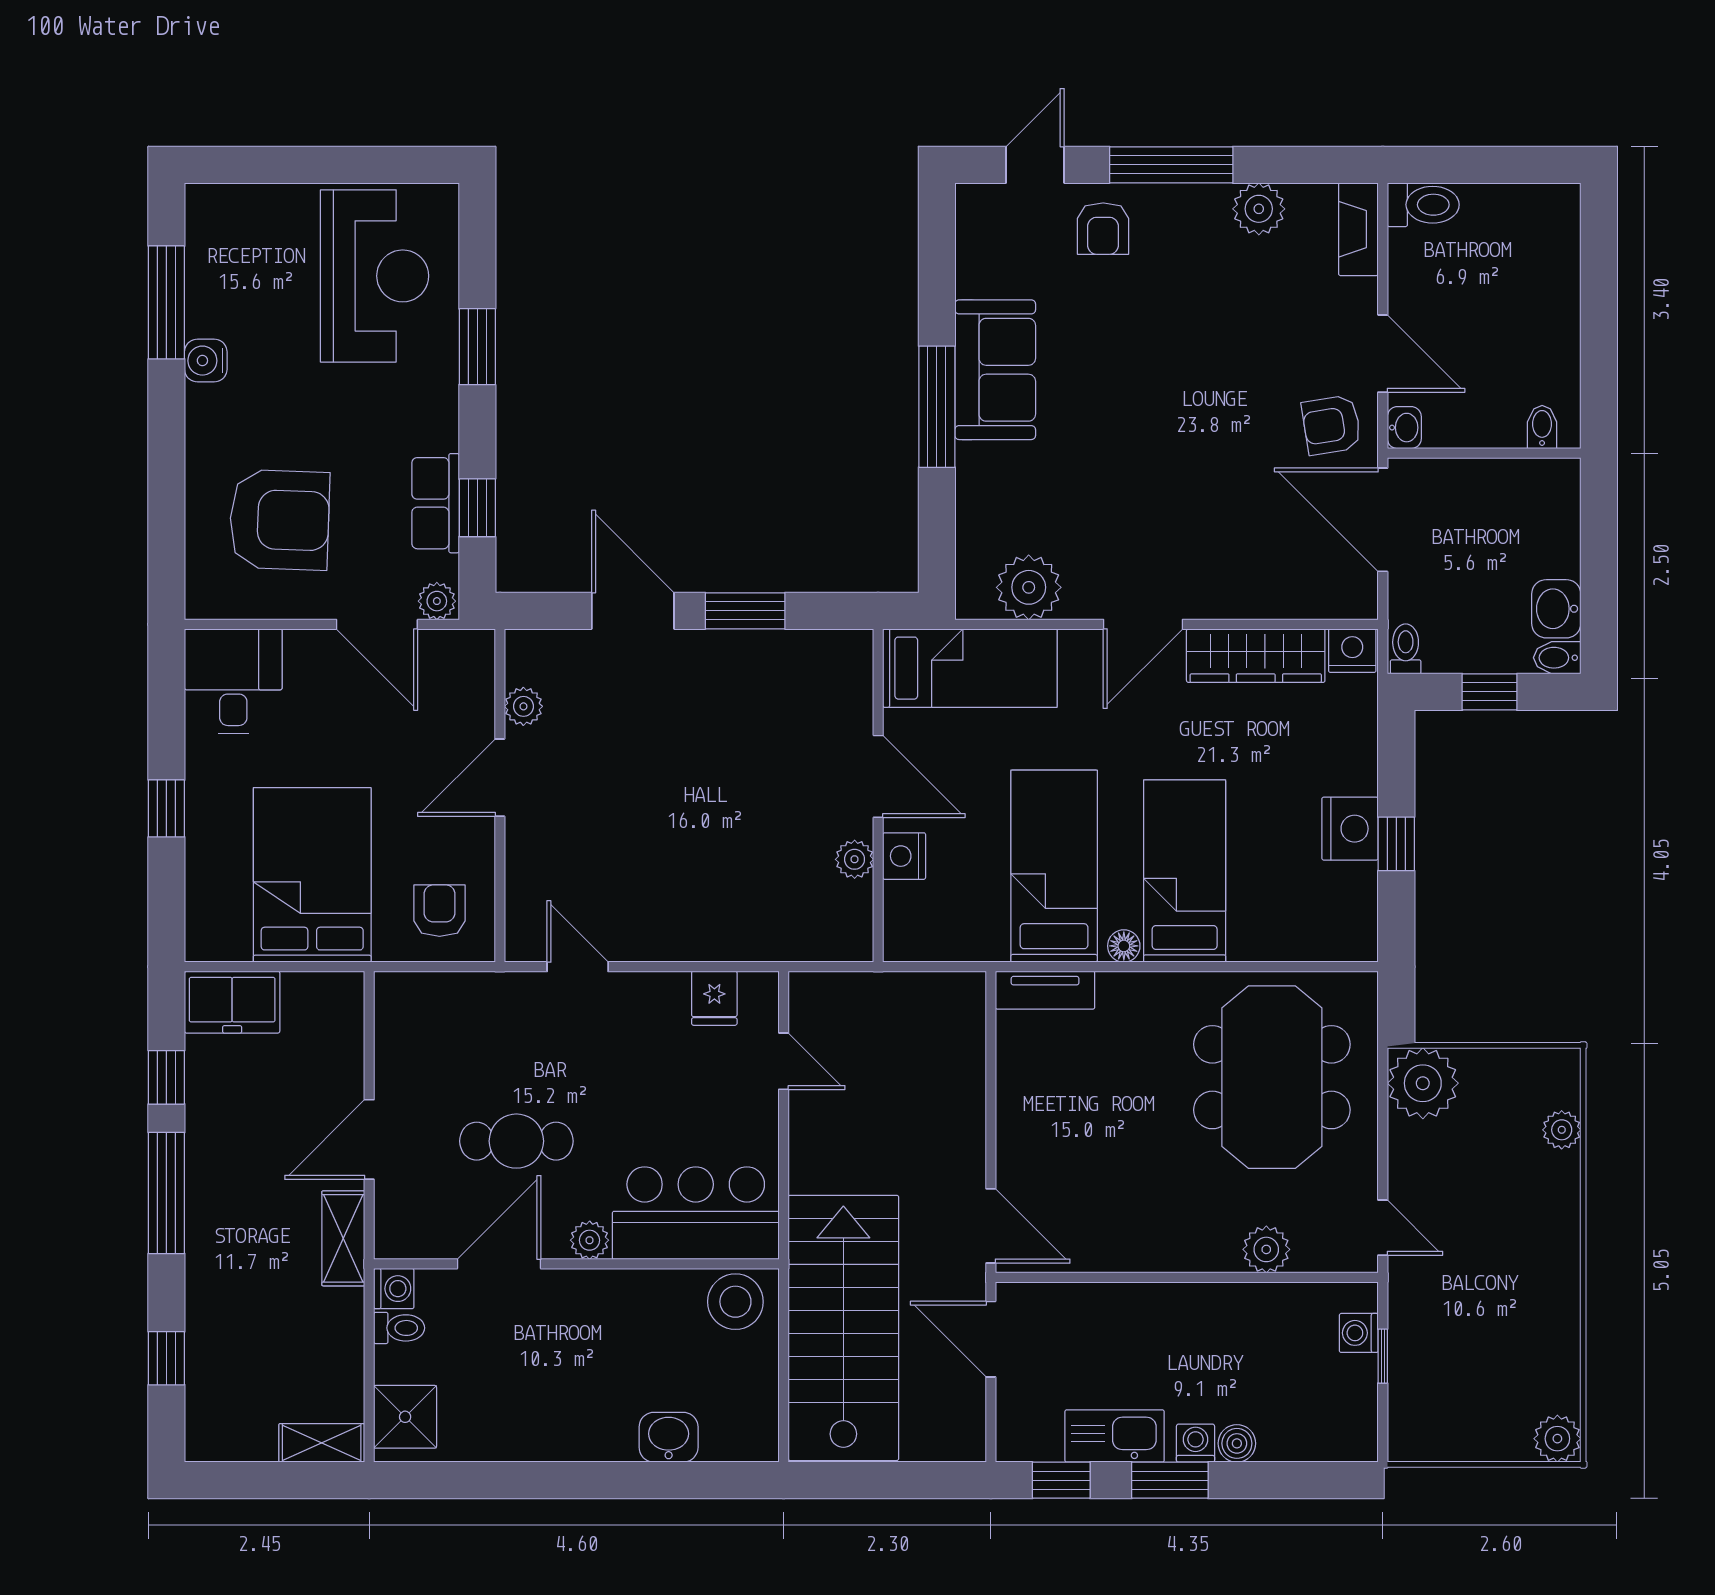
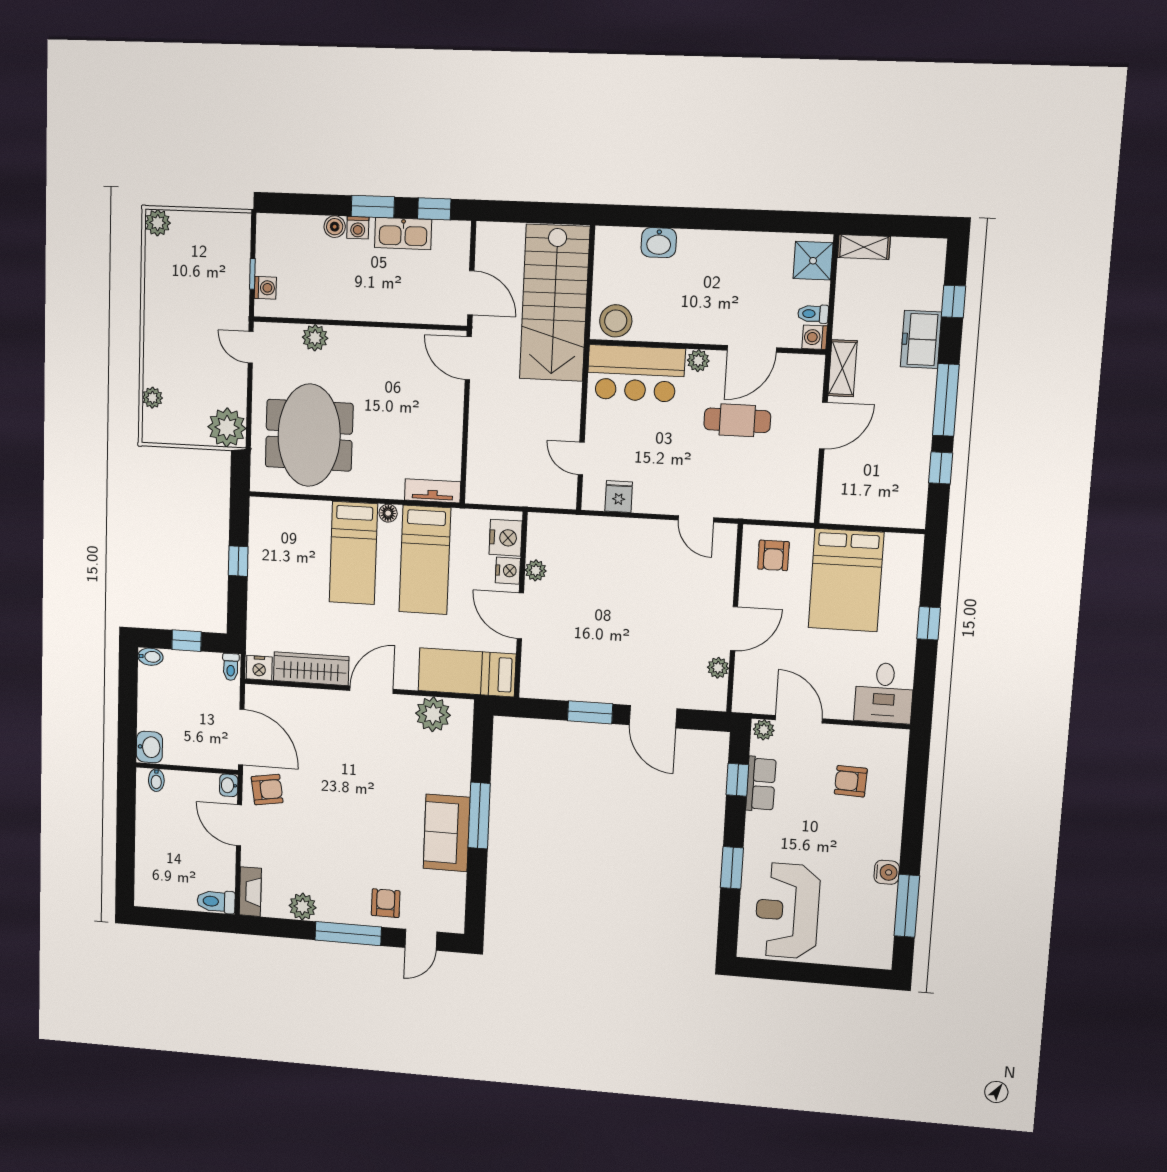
armchair: (279, 520) -> (851, 781), width x0.53, depth x0.53
washbasin: (1556, 609) -> (149, 747), moved
nightstand: (1350, 829) -> (506, 538), moved, turned 180
freezer: (232, 1002) -> (921, 339), moved, turned -90

